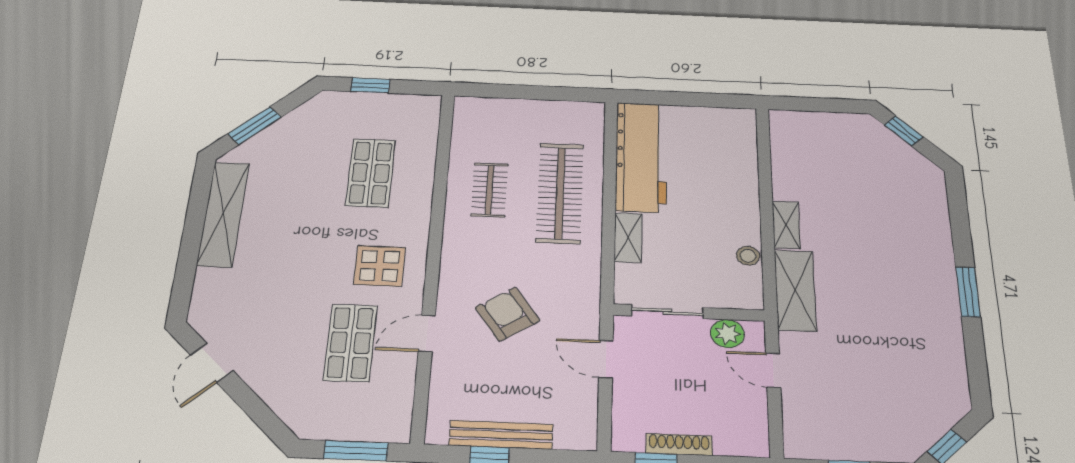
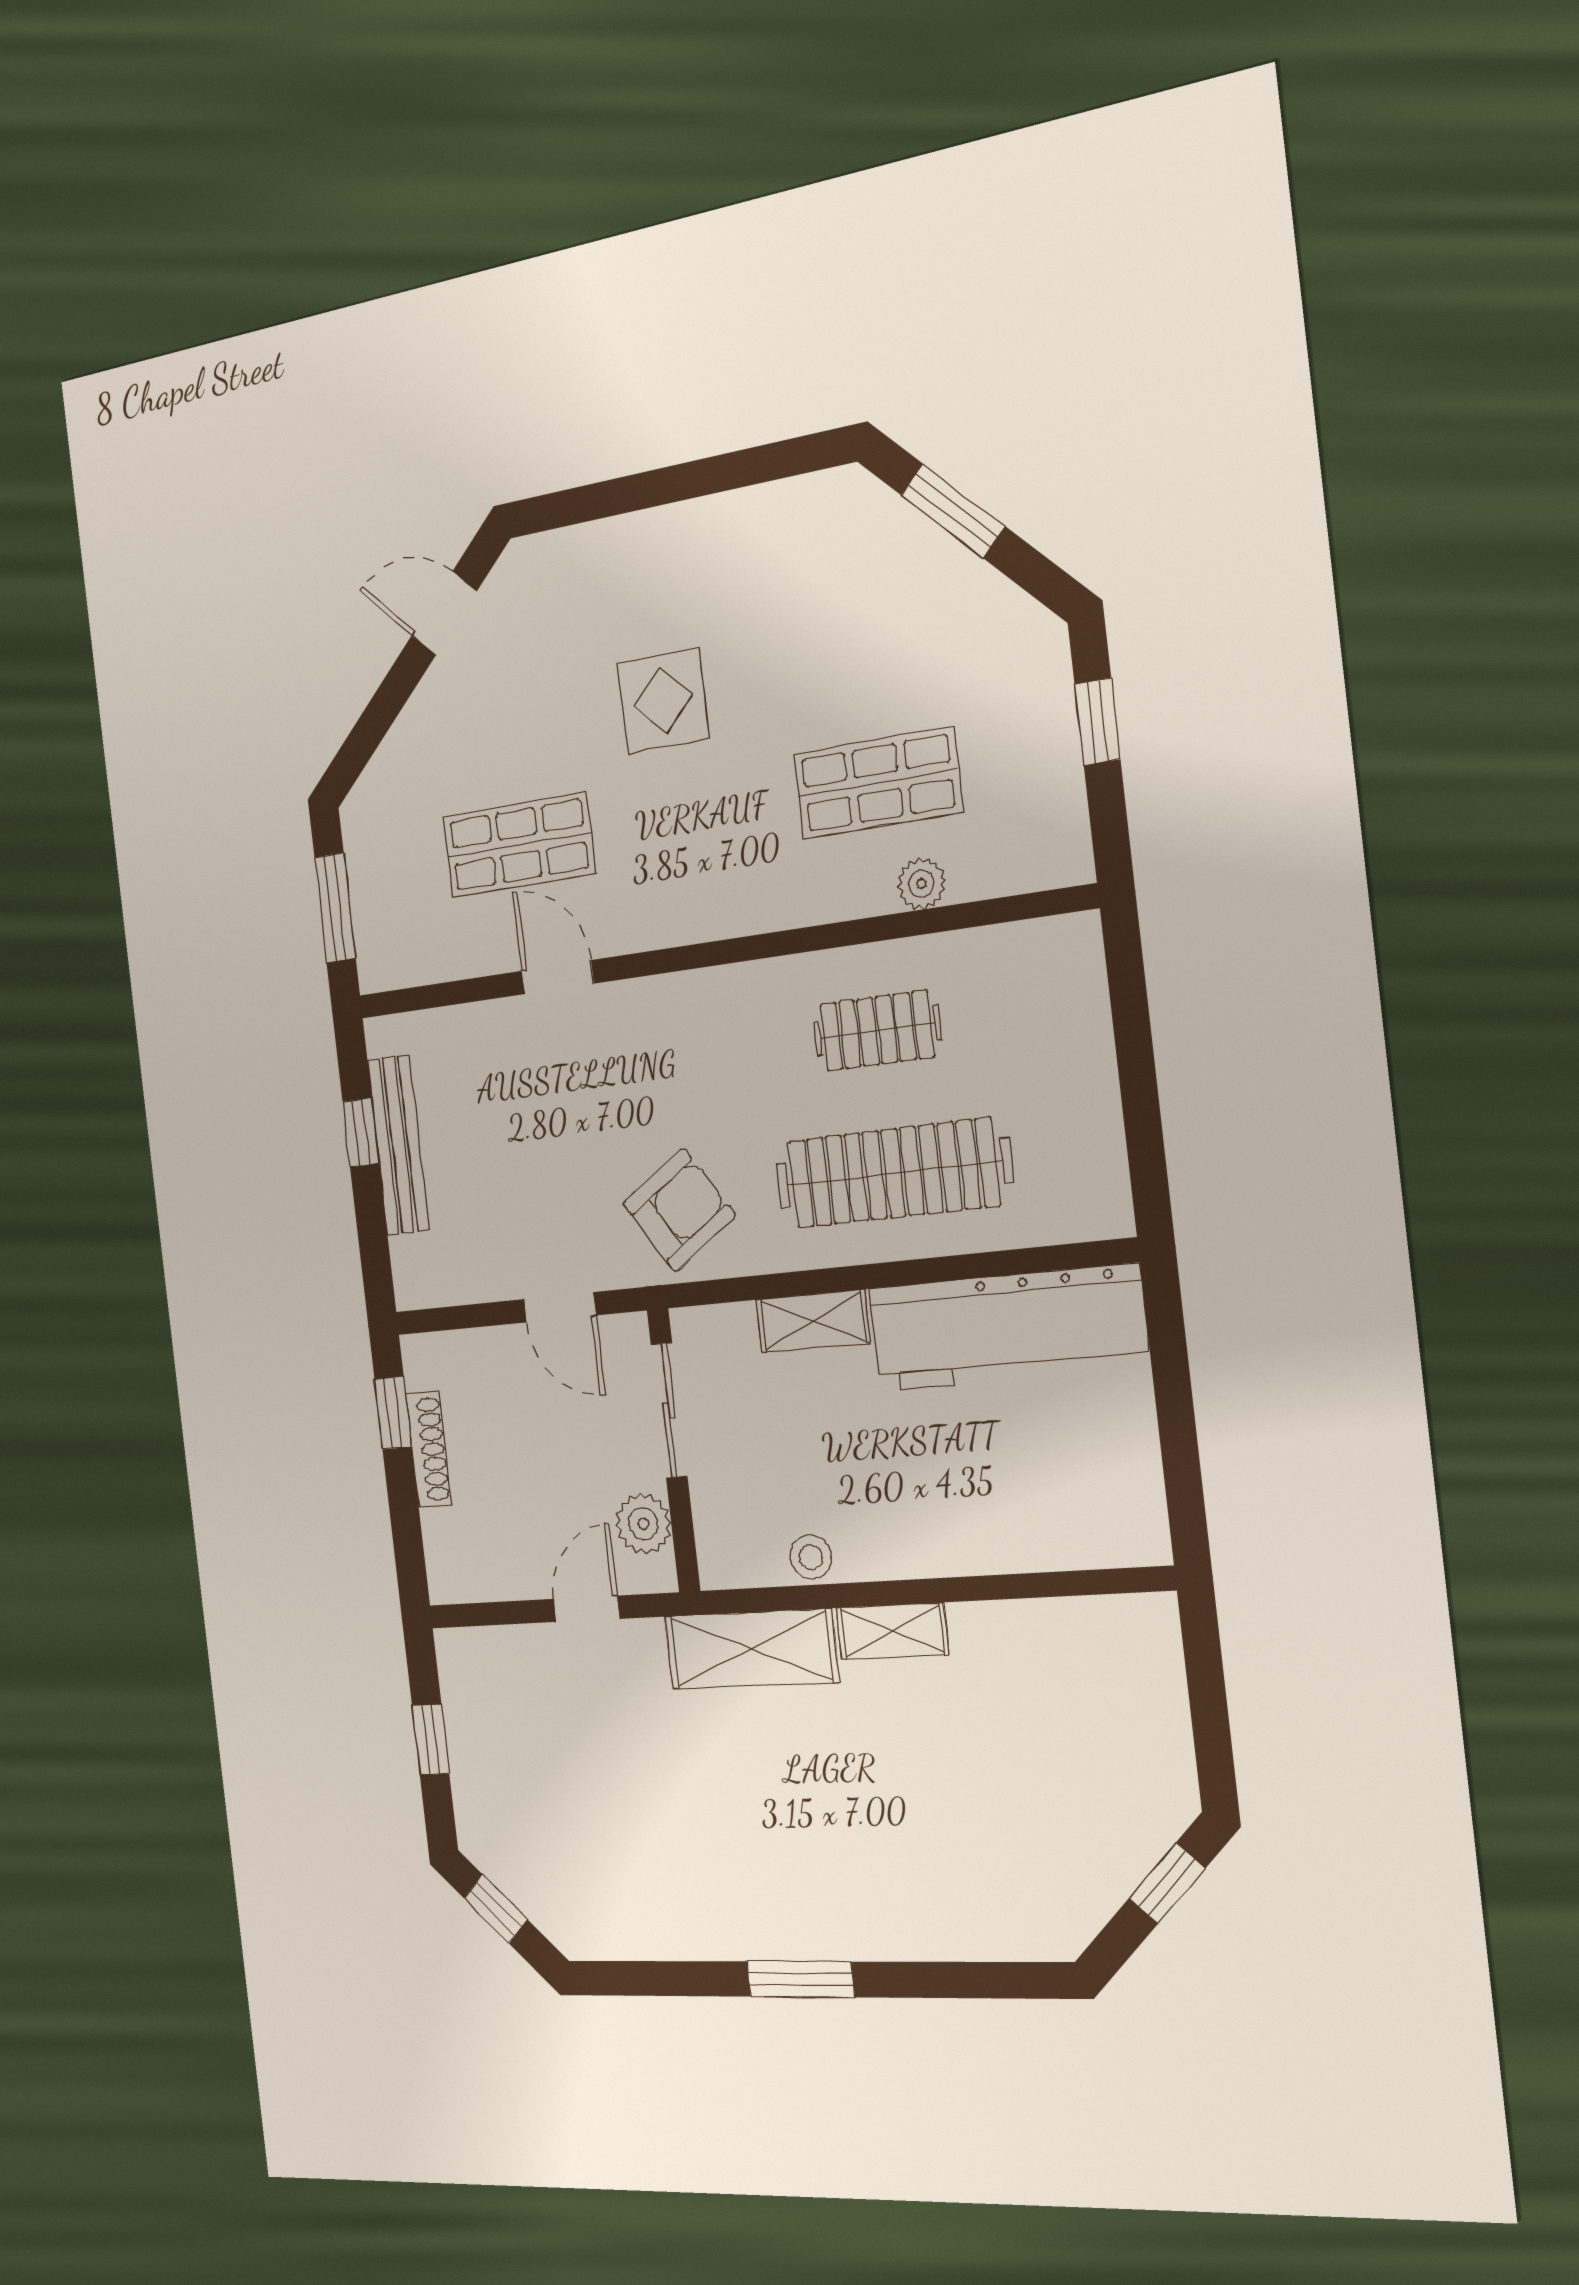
plant: (424, 162) -> (921, 884), added
shelving: (223, 214) -> (738, 523), removed
display table: (380, 266) -> (663, 701), moved
armchair: (507, 314) -> (679, 1210), moved
door: (606, 359) -> (560, 1307), swing flipped

